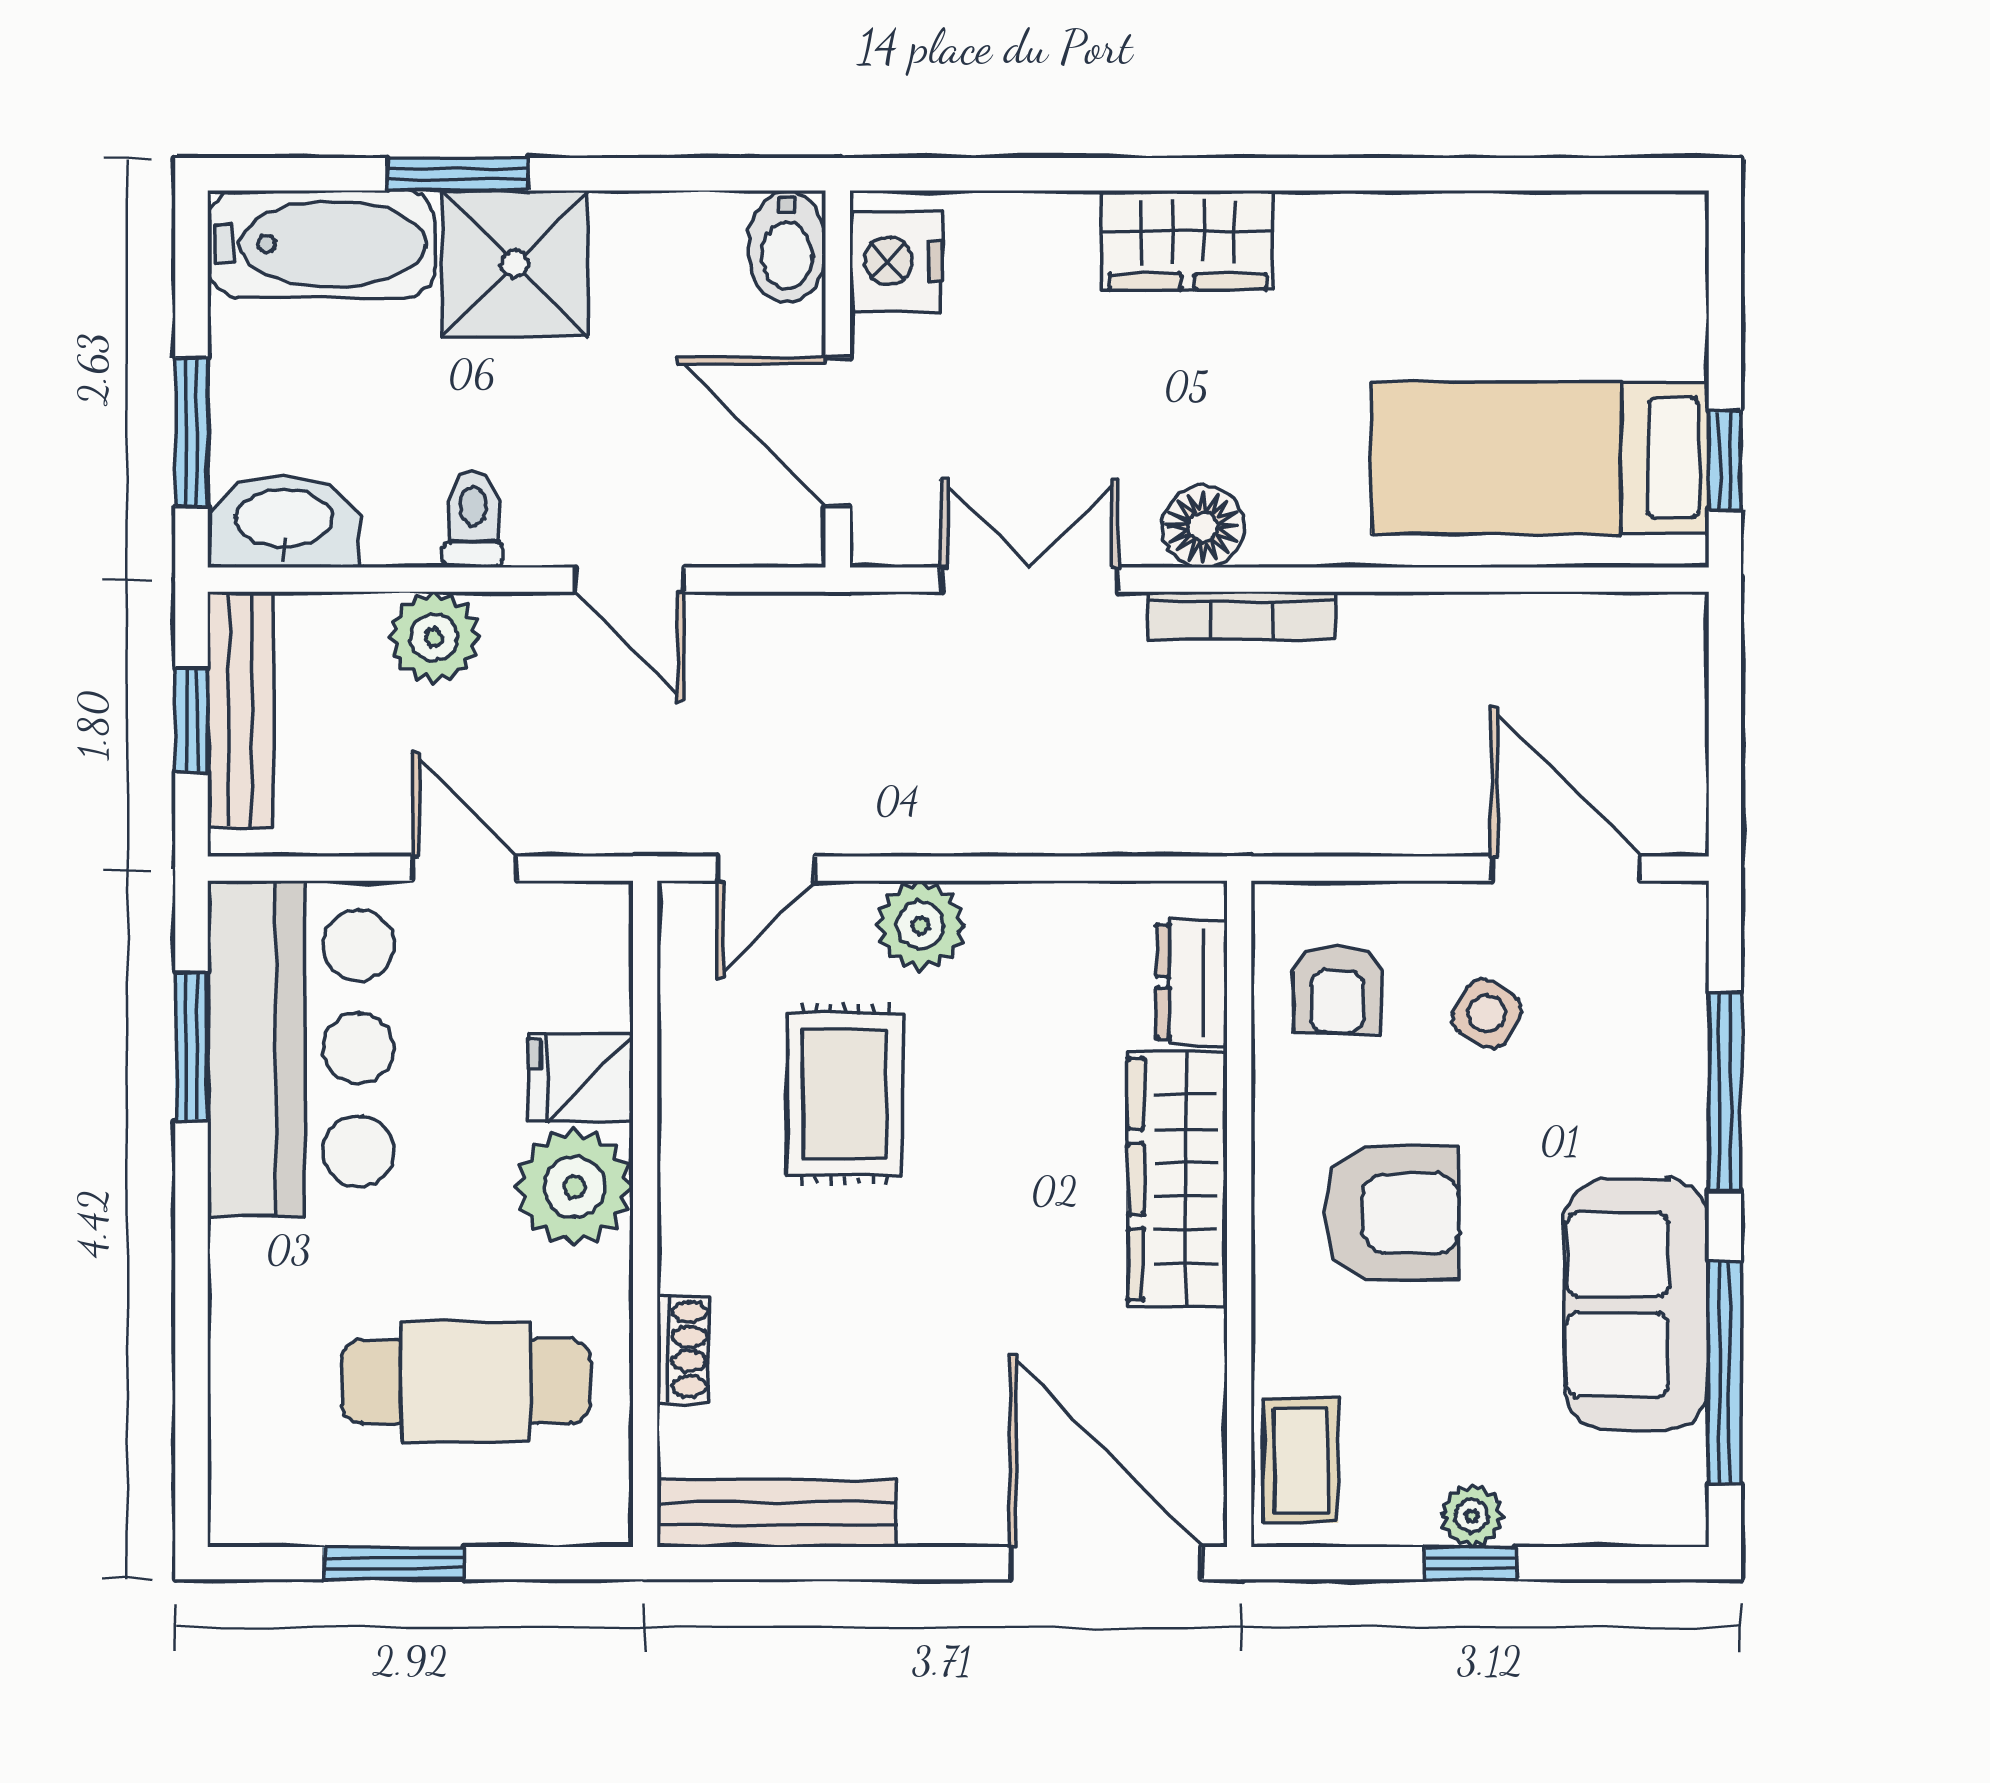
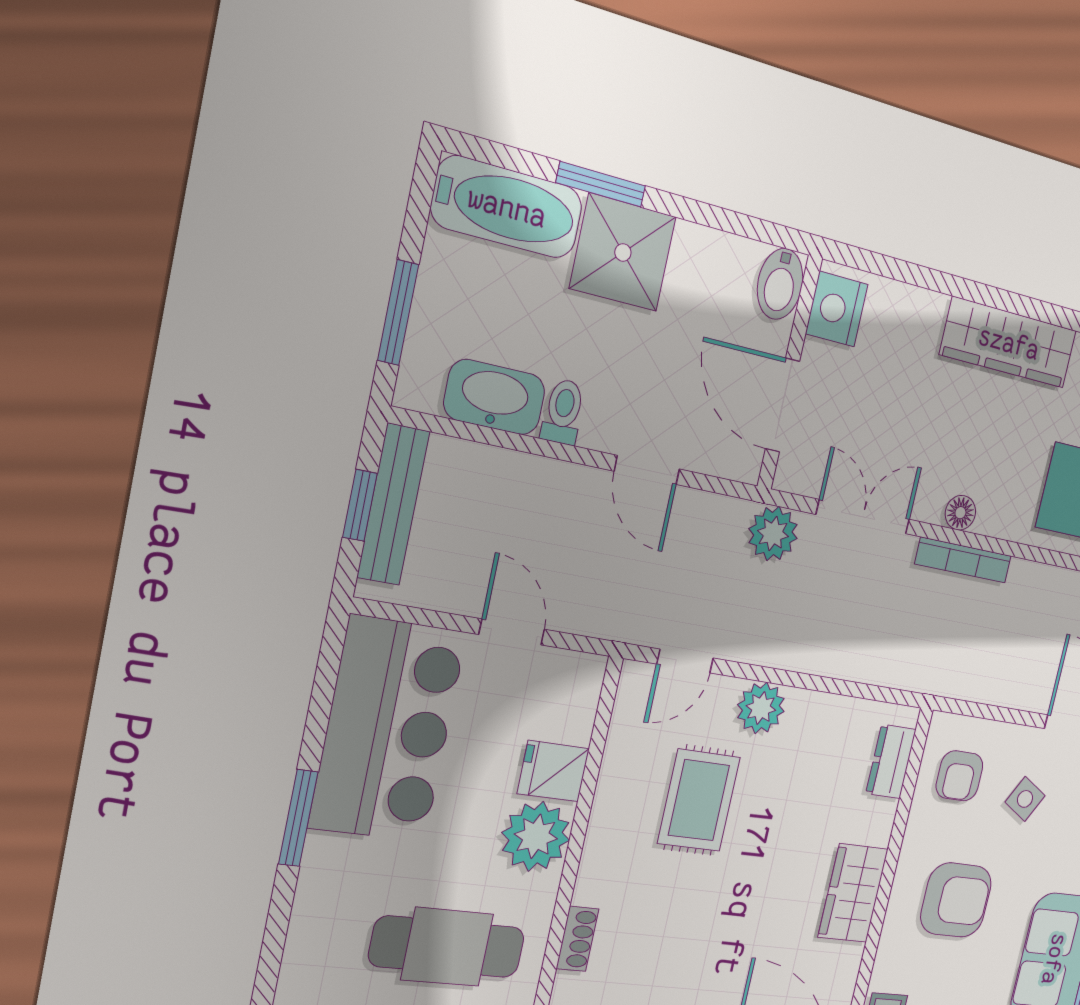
wardrobe: (1188, 240) -> (1009, 343), width x1.50
washbasin: (284, 521) -> (494, 397), moved
floor lamp: (1203, 527) -> (960, 513), width x0.73, depth x0.73
plant: (434, 637) -> (773, 534), moved
window: (192, 1047) -> (298, 818), moved
wardrobe: (1178, 1179) -> (853, 893), width x0.67

